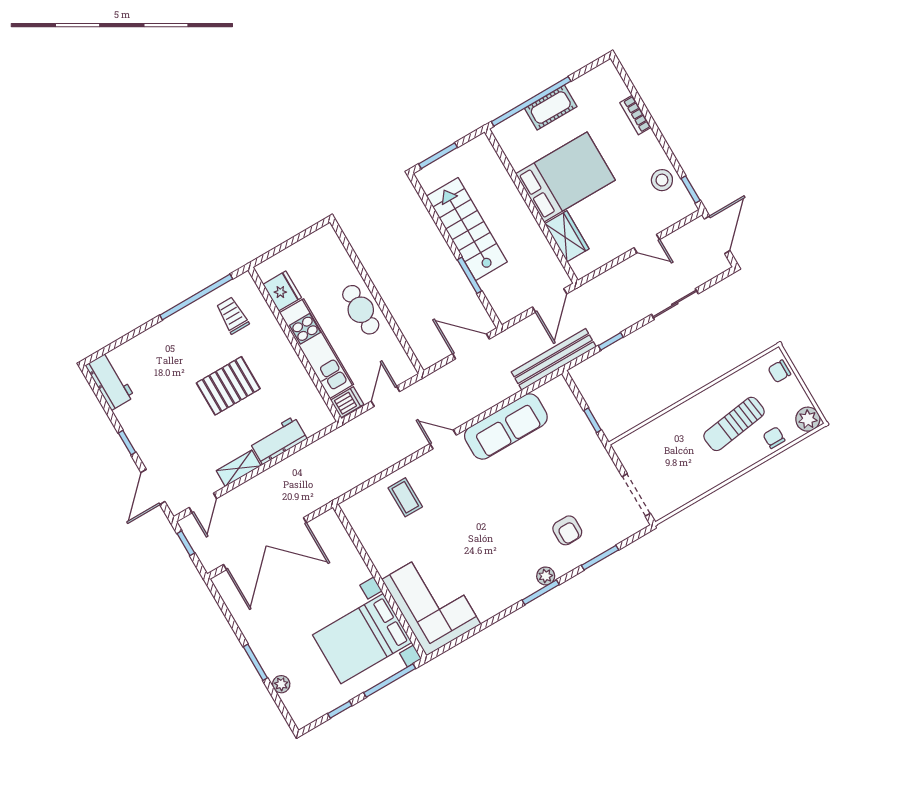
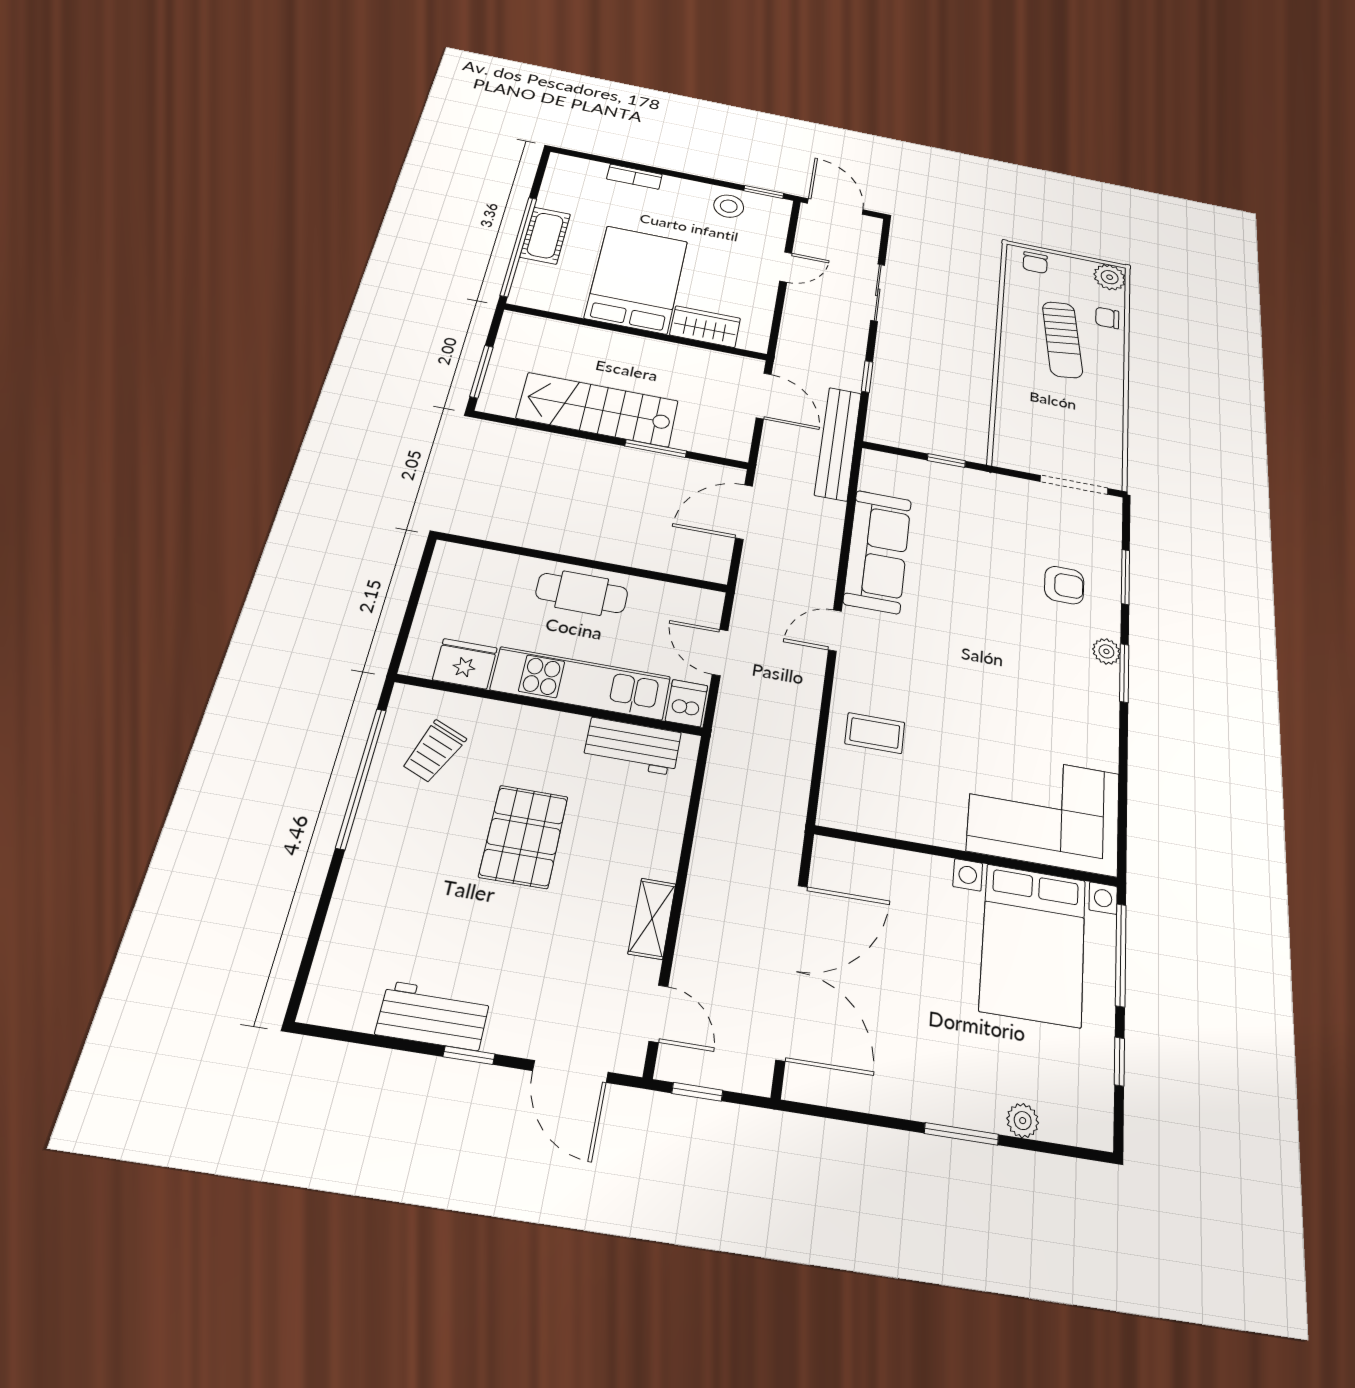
trolley: (232, 315) -> (434, 751), turned -67
workbench: (110, 381) -> (433, 1016), moved
workbench: (278, 440) -> (632, 746), moved, turned -90

